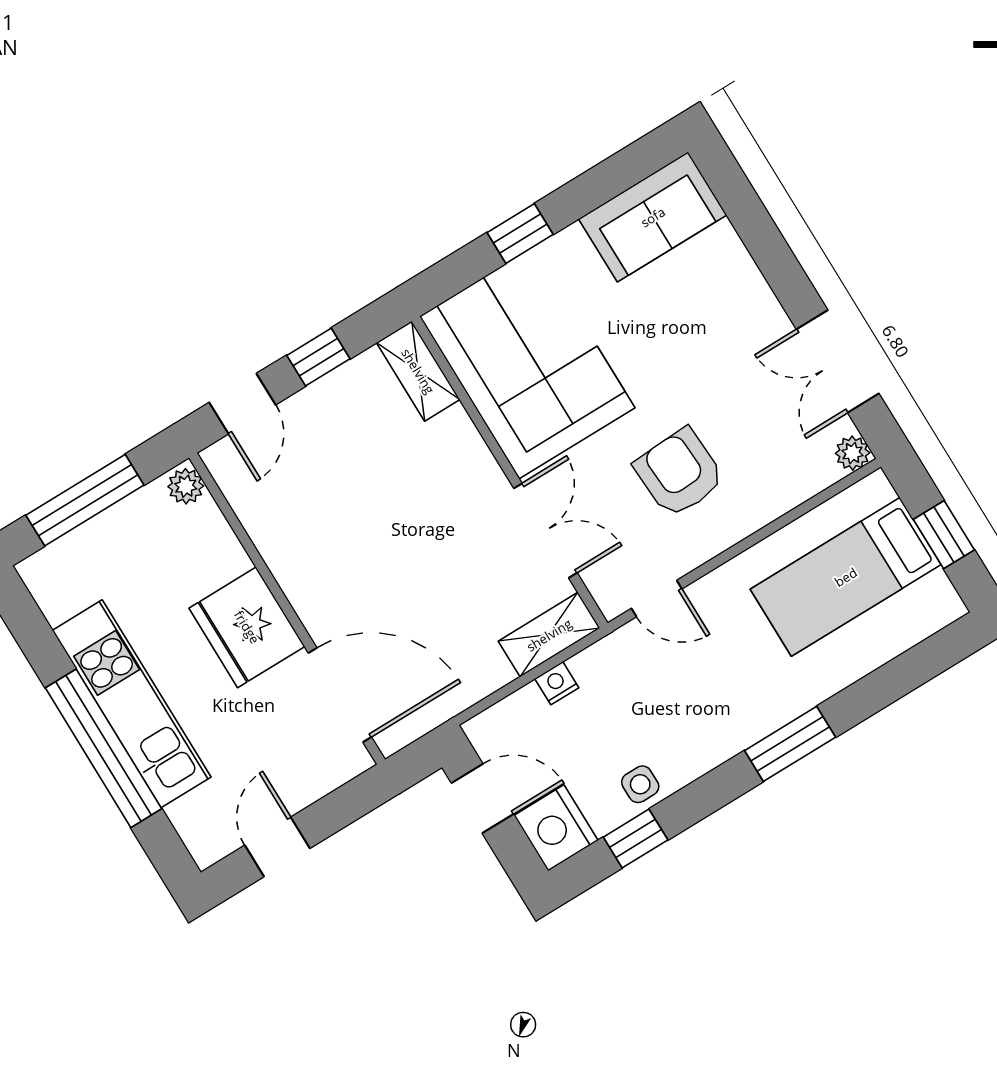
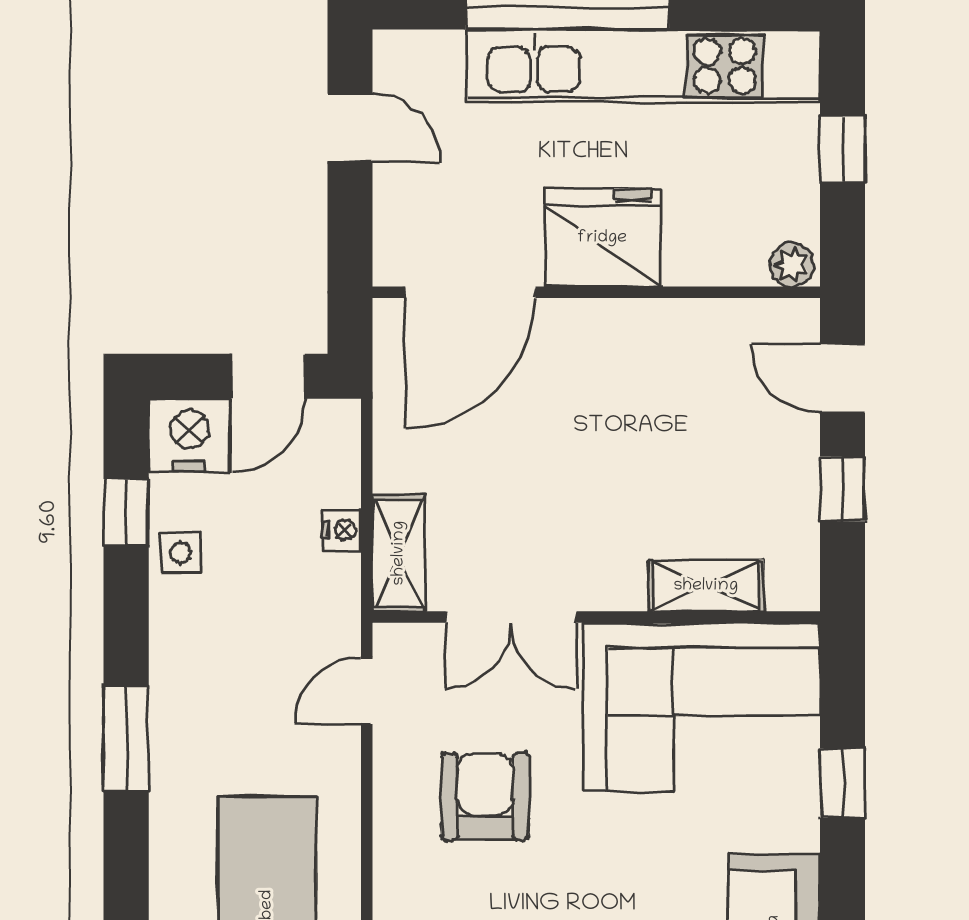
shelving: (418, 371) -> (706, 586), moved
armchair: (679, 473) -> (485, 796), turned -87
window: (85, 500) -> (842, 149), width x0.46
kitchen unit: (132, 704) -> (643, 66), width x1.36

